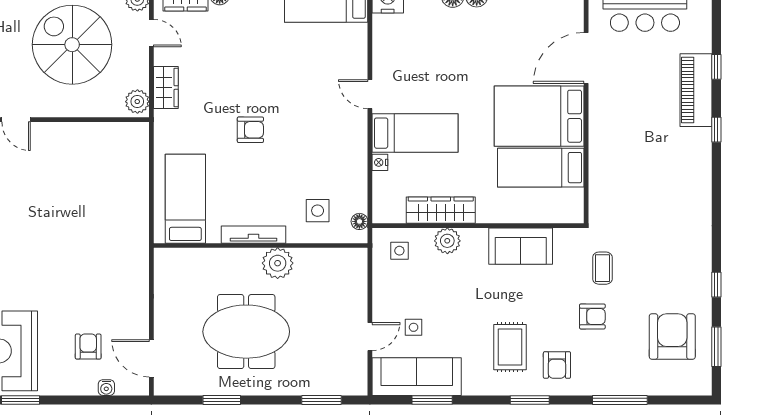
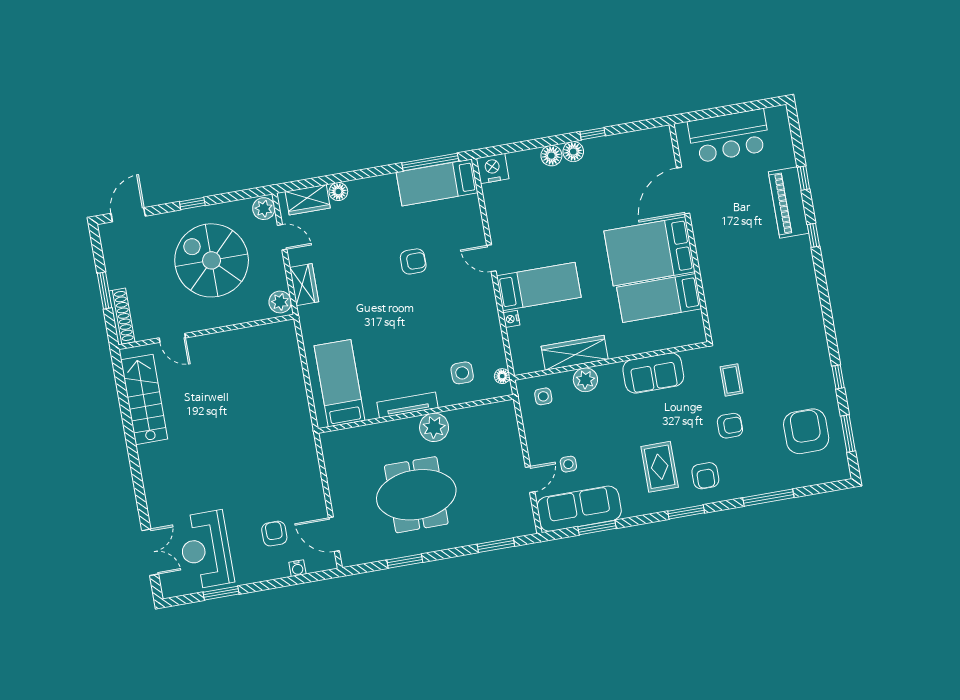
armchair: (250, 130) -> (413, 261), moved

